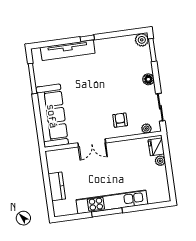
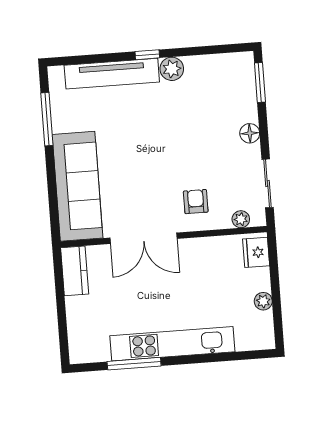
plant: (142, 40) -> (172, 69), moved
double door: (92, 143) -> (144, 238), width x1.37
plant: (160, 161) -> (263, 301), moved
kitchen counter: (57, 186) -> (75, 271), moved
window: (107, 212) -> (134, 364), moved

